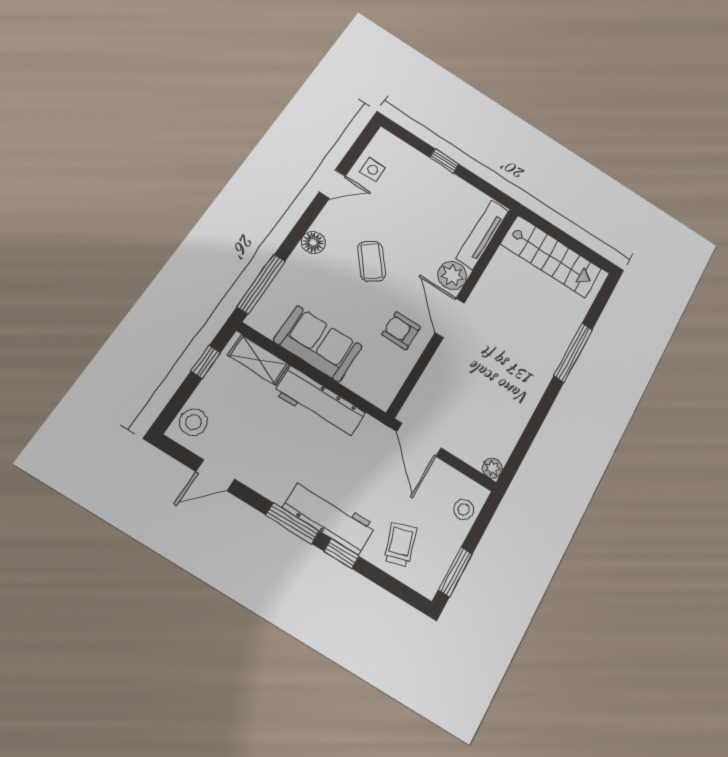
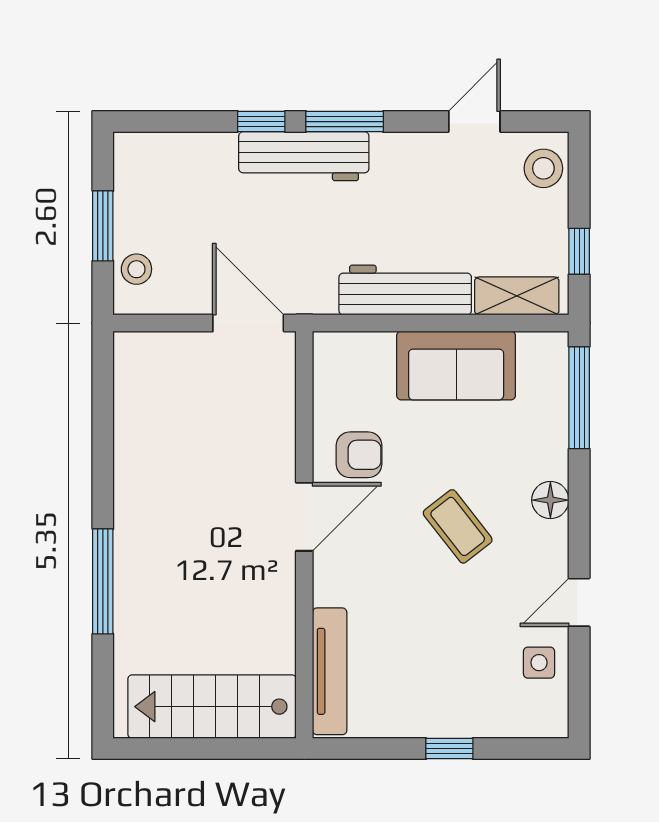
plant: (452, 275) -> (336, 581), removed
door: (450, 318) -> (304, 517), hinge flipped
plant: (492, 468) -> (128, 346), removed
trolley: (400, 544) -> (194, 177), removed
window: (455, 572) -> (103, 226), moved

